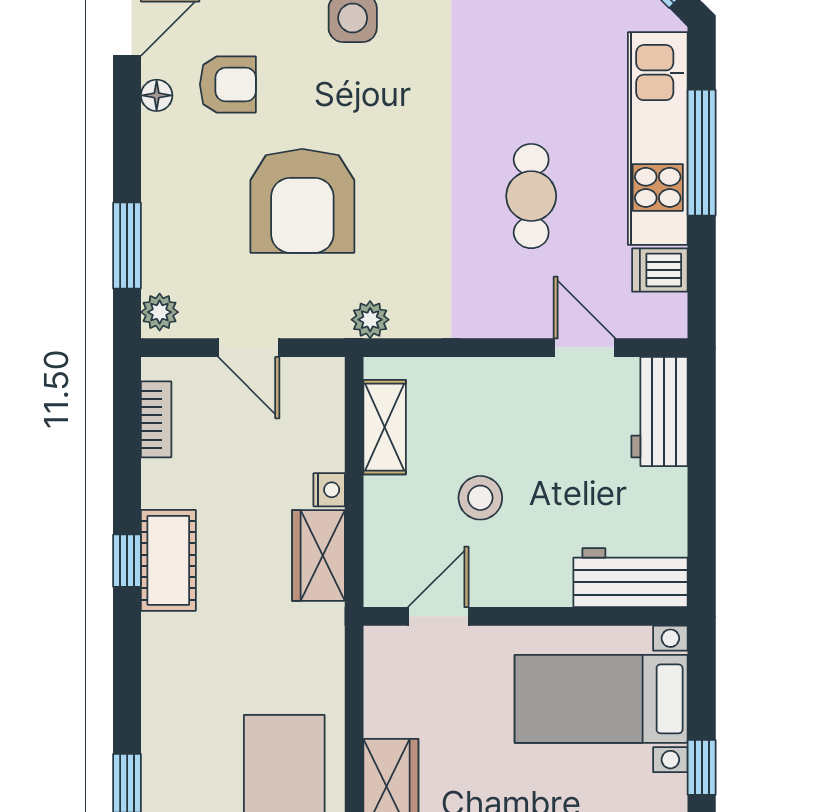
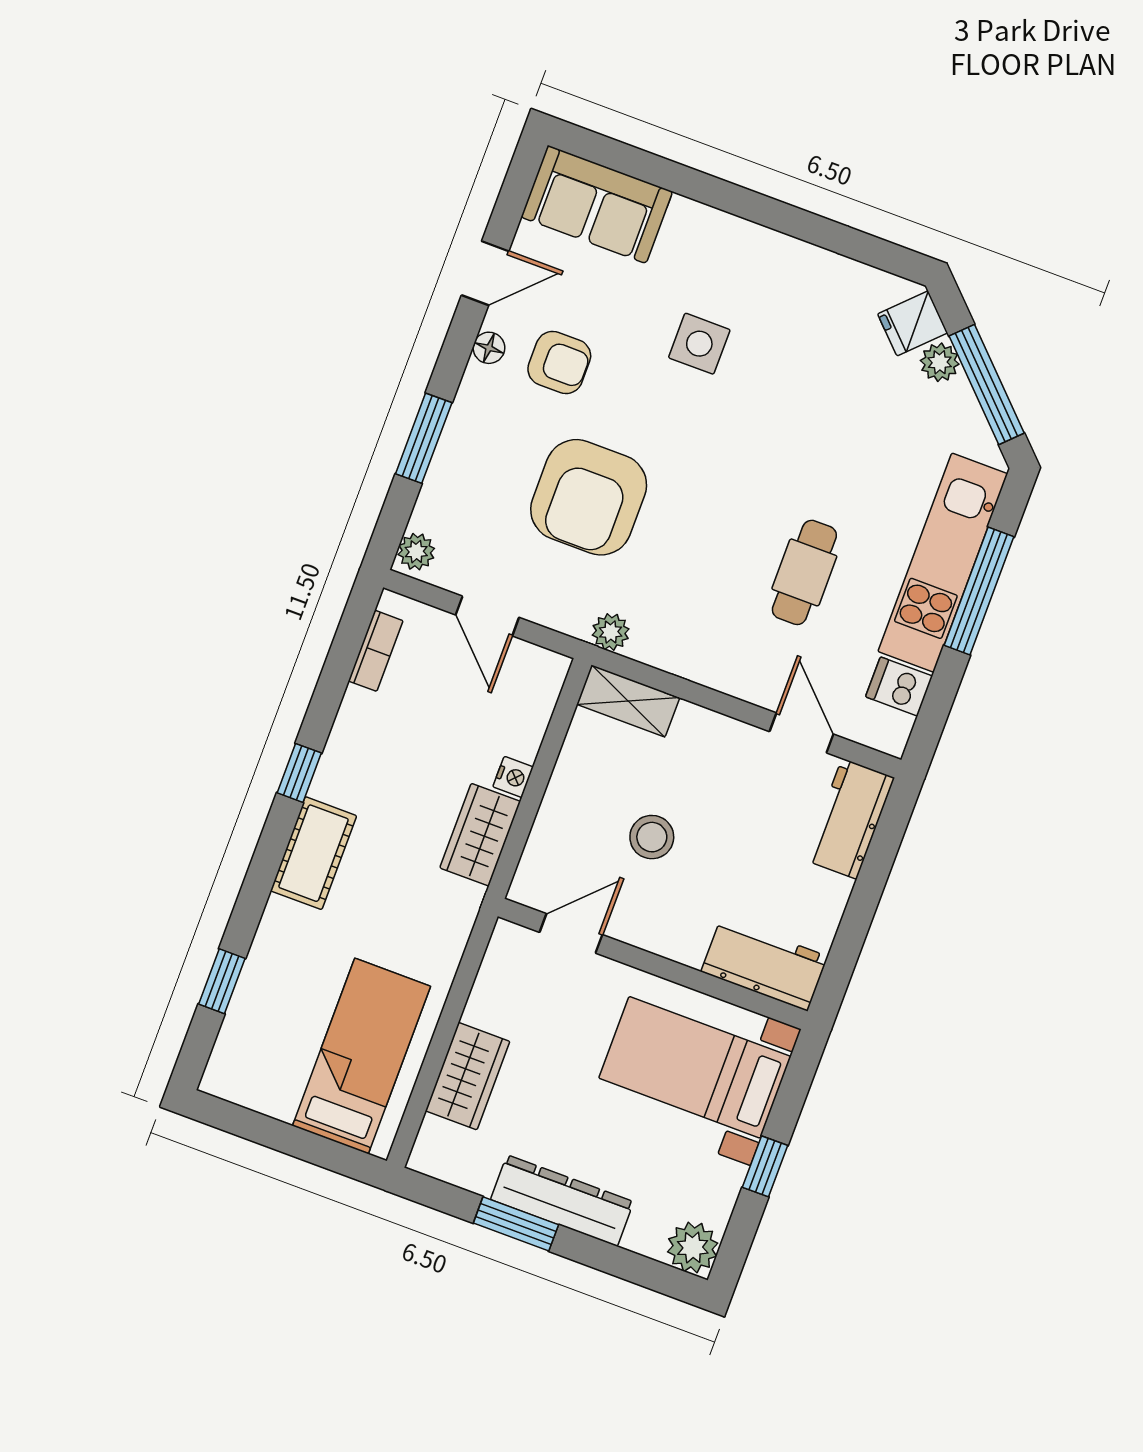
window: (127, 246) -> (424, 438), moved
shelving: (385, 427) -> (628, 701), moved, turned 90
cot: (168, 560) -> (313, 853), moved

